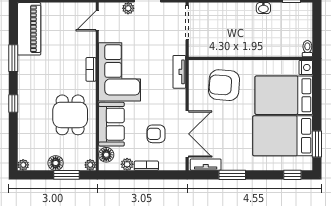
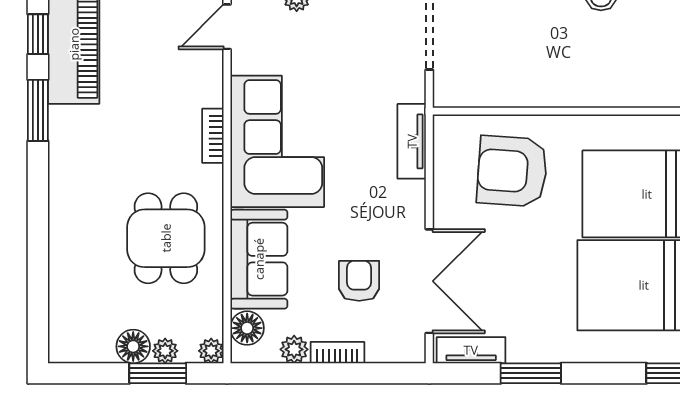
window: (13, 103) -> (38, 34), moved
armchair: (156, 134) -> (359, 281), turned 90
plant: (23, 165) -> (165, 351), moved

